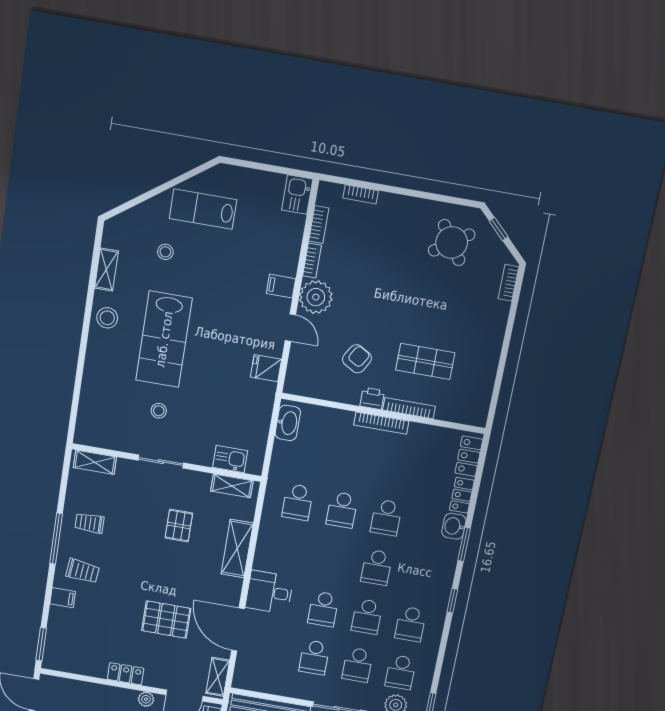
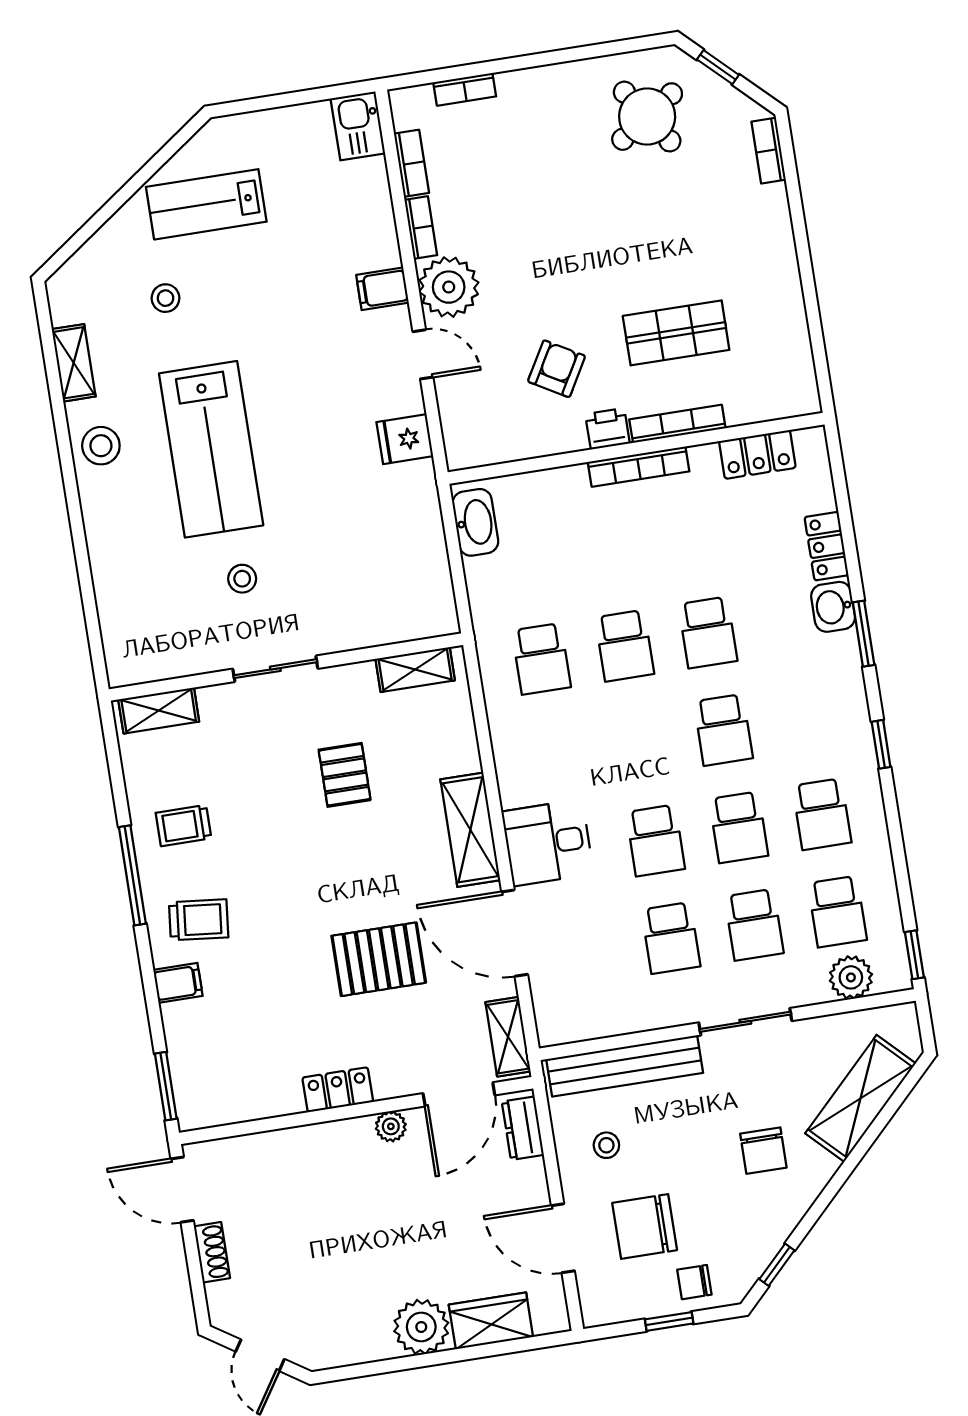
locker: (469, 456) -> (757, 454), moved, turned -90
kitchen sink: (230, 459) -> (396, 622), removed
shelving: (237, 549) -> (470, 830), moved

